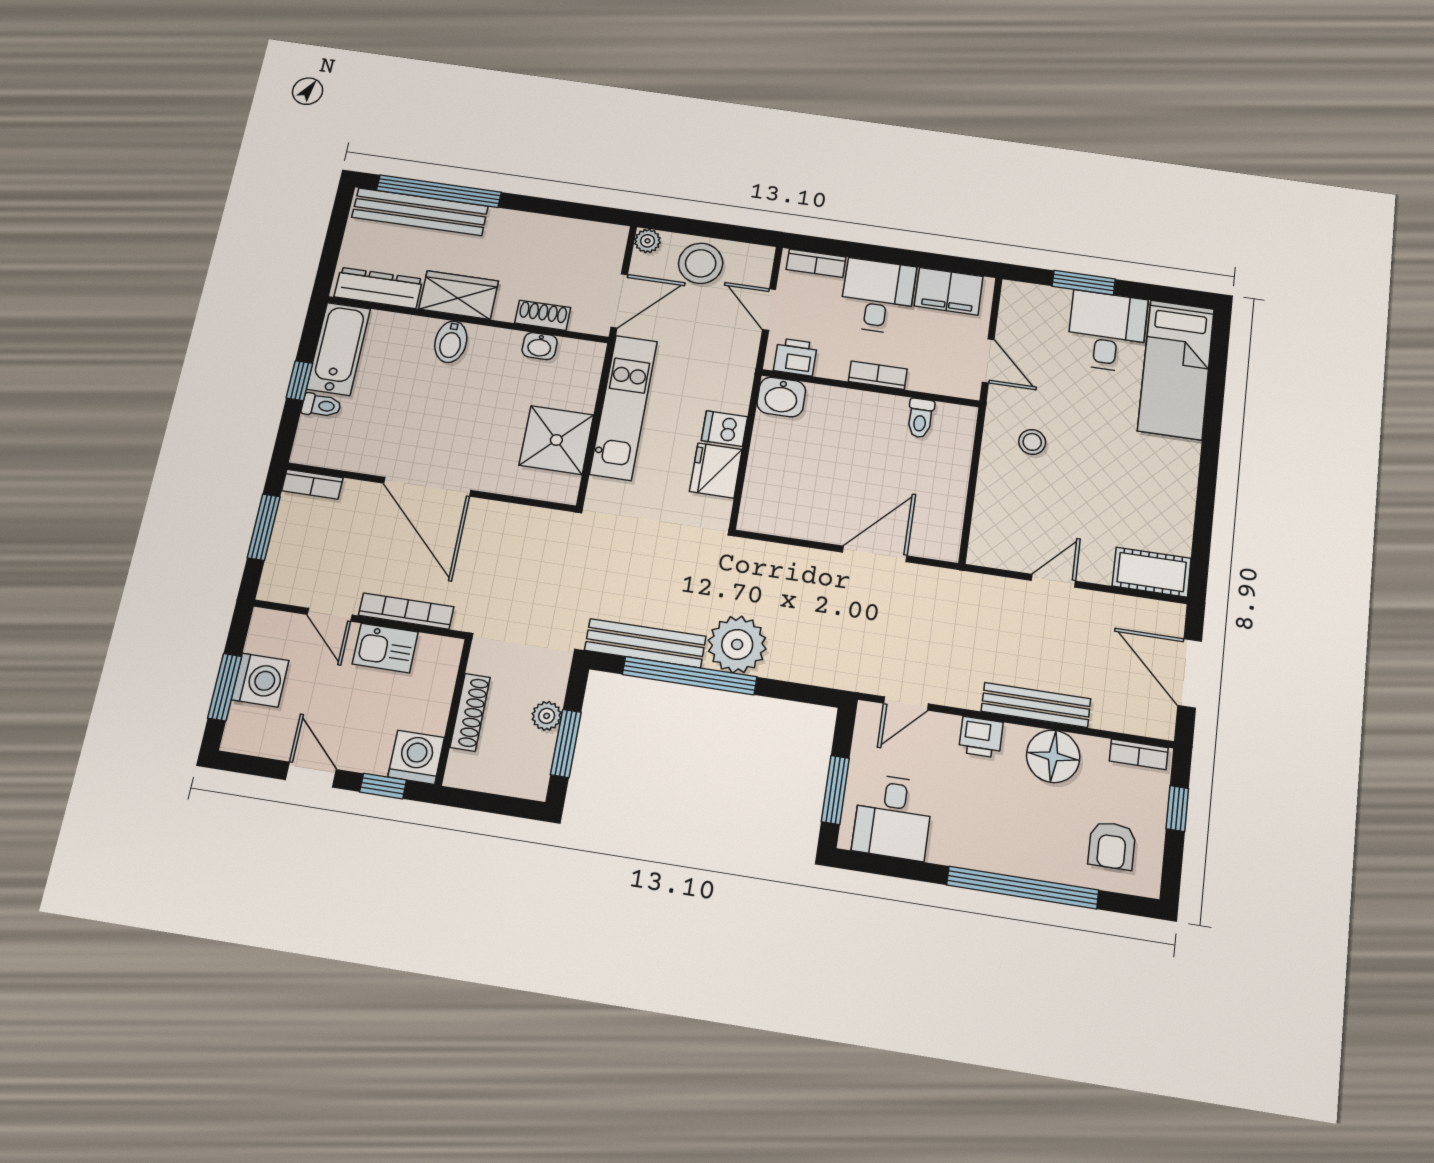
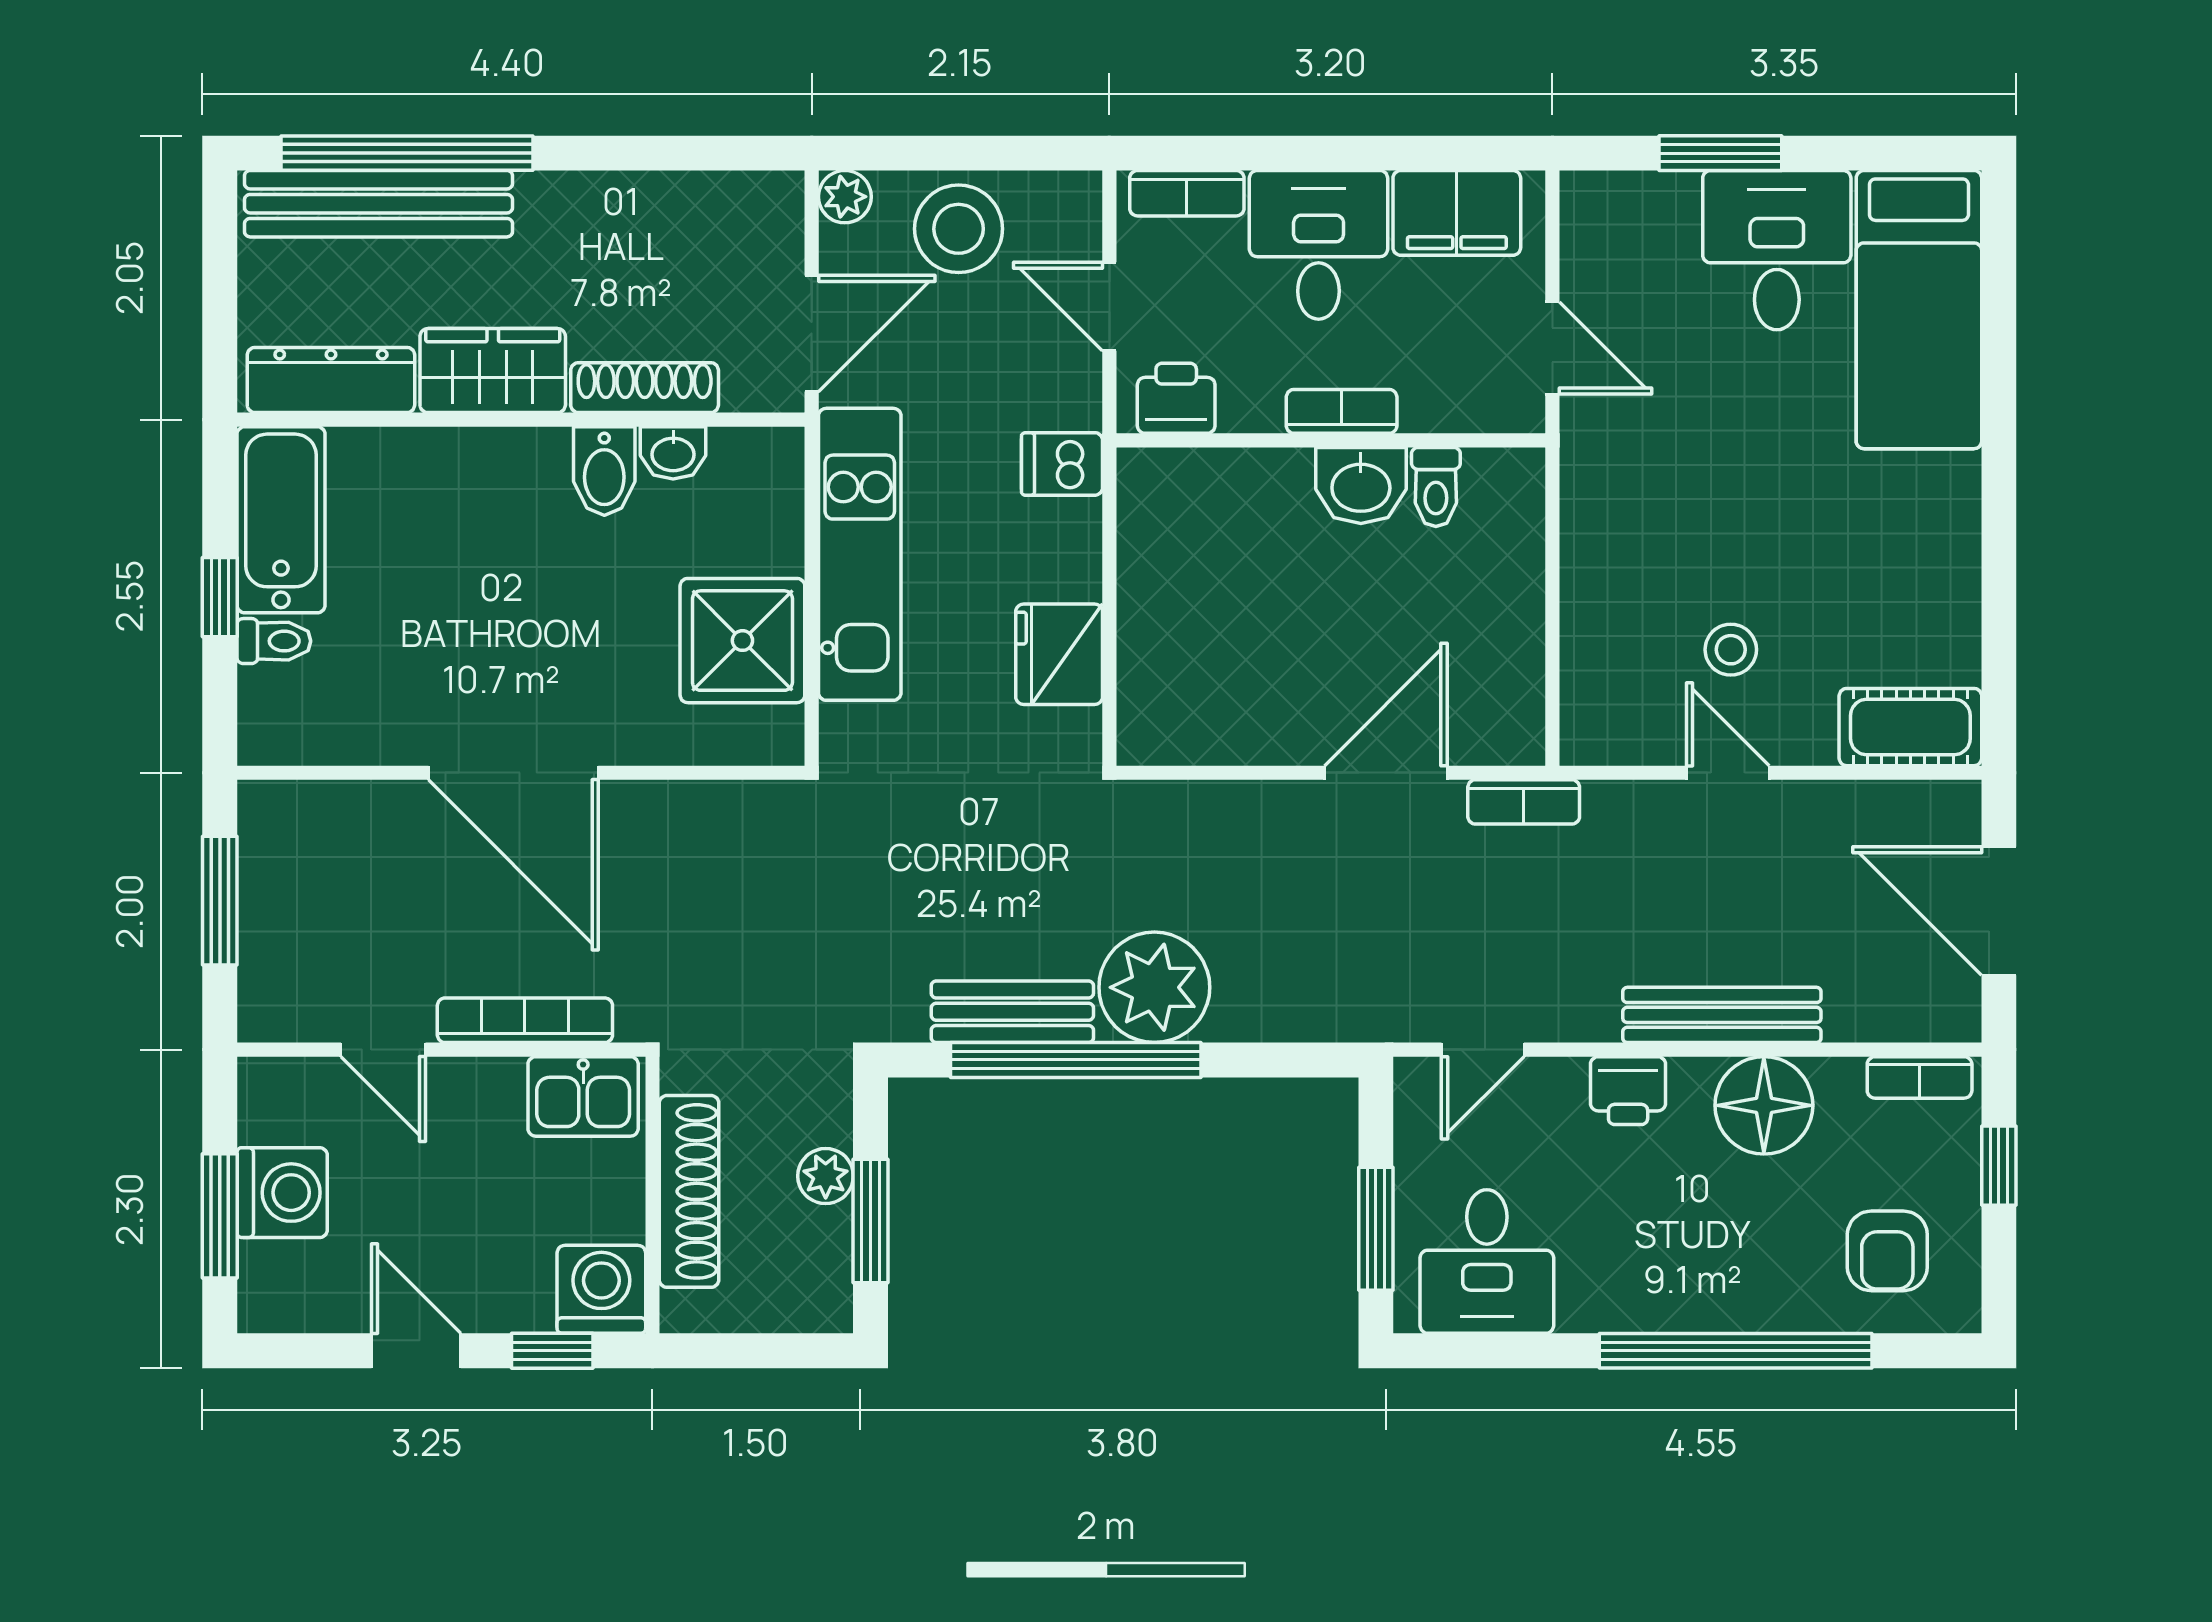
shoe rack: (543, 315) -> (645, 388), width x1.43
bidet: (451, 342) -> (604, 471), moved
washbasin: (781, 397) -> (1361, 485), moved
dishwasher: (725, 429) -> (1062, 464), moved
stool: (1032, 442) -> (1731, 650), moved
bookcase: (312, 484) -> (1524, 802), moved
door: (1053, 581) -> (1728, 773), hinge flipped
bench: (645, 643) -> (1012, 1012), width x0.73
kitchen sink: (385, 648) -> (583, 1096), moved
shoe rack: (470, 712) -> (689, 1191), width x1.36, depth x1.24

